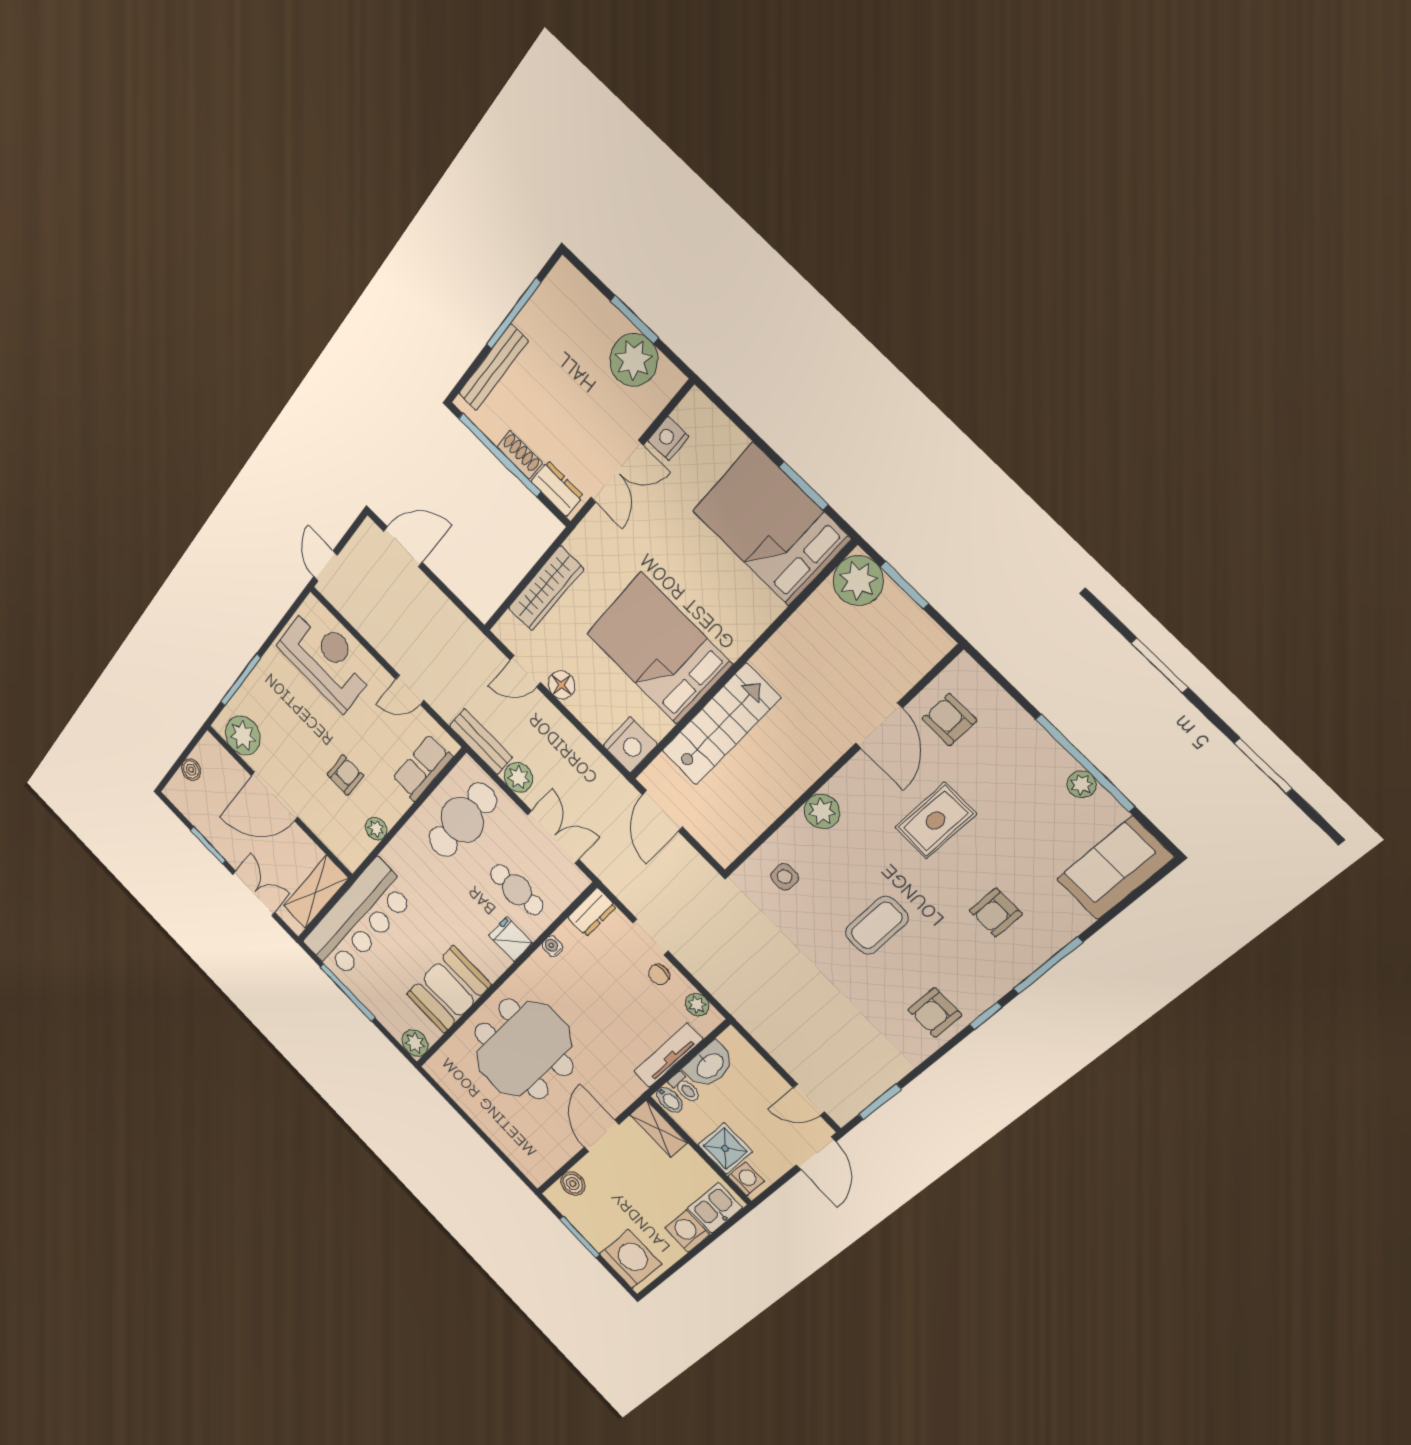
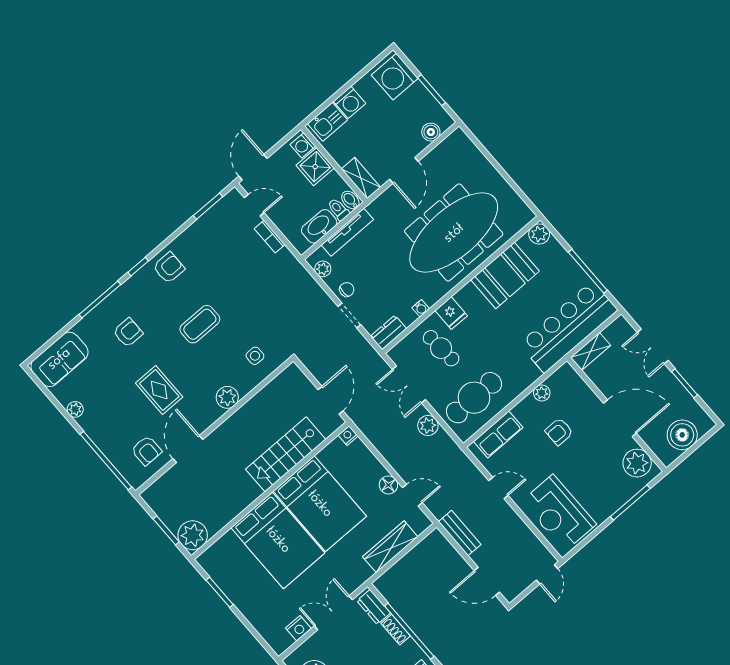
bed: (771, 525) -> (278, 540), moved
bench: (481, 742) -> (460, 533), moved
nightstand: (630, 745) -> (348, 436), width x0.53, depth x0.56
window: (1085, 763) -> (106, 461), moved
boiler: (191, 770) -> (682, 435), width x1.86, depth x1.86
rug: (935, 821) -> (159, 390), turned 90
shelving: (316, 892) -> (591, 351), width x0.67, depth x0.75
meeting table: (524, 1049) -> (454, 233), width x1.36
bookcase: (781, 1054) -> (270, 237), added

